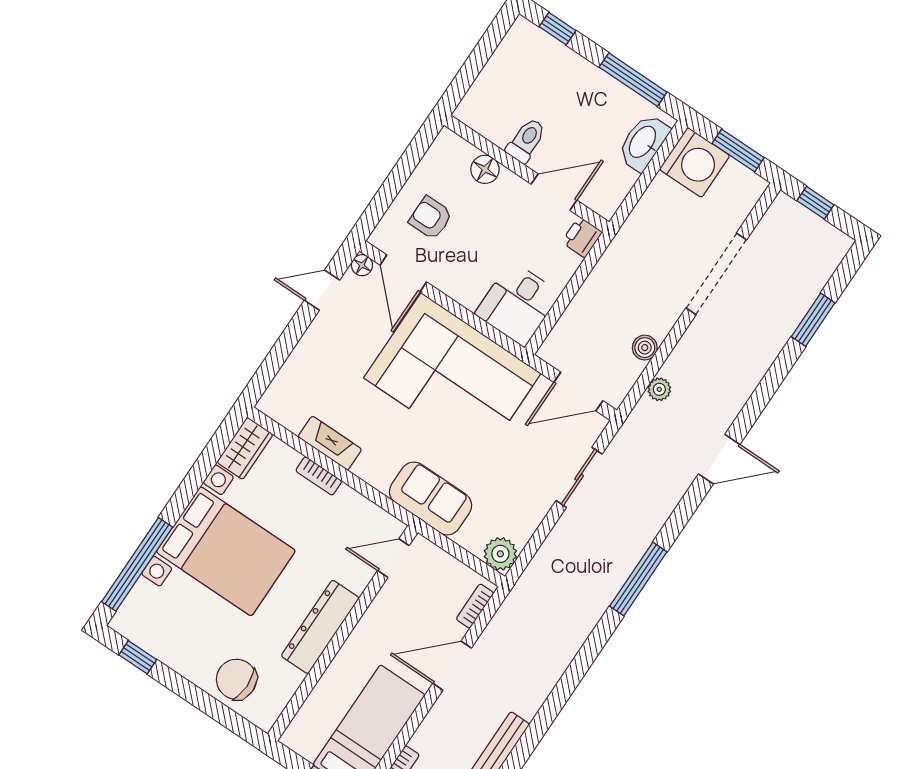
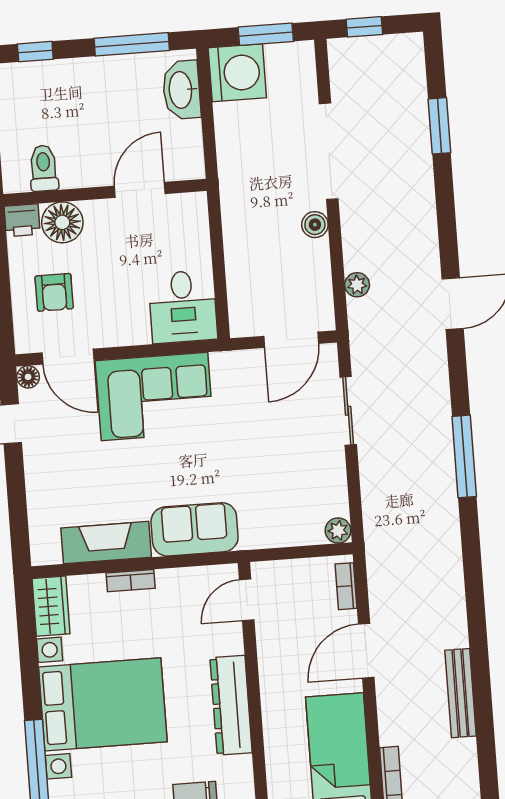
toilet: (526, 140) -> (44, 168), moved
floor lamp: (485, 169) -> (62, 222), width x1.38, depth x1.38
armchair: (431, 218) -> (54, 292), turned -90
printer: (582, 237) -> (22, 220), moved, turned -90
boiler: (645, 348) -> (315, 225), moved
corner sofa: (452, 376) -> (154, 397), width x0.73, depth x0.74
fireplace: (330, 443) -> (106, 543), width x1.37, depth x1.32
sofa: (431, 499) -> (195, 529), moved
plant: (500, 554) -> (338, 531), width x0.73, depth x0.73

